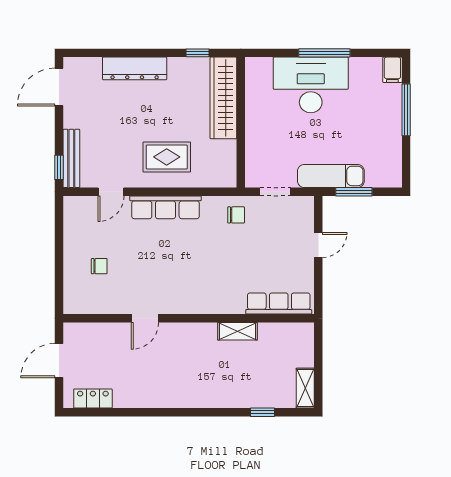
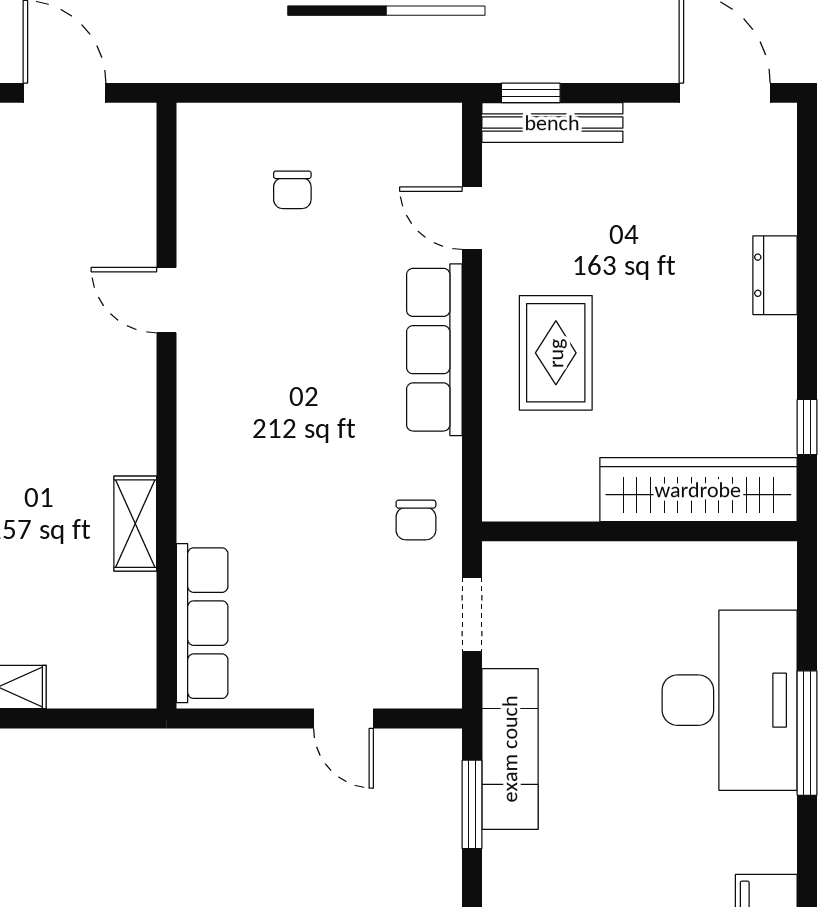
dresser: (135, 68) -> (775, 275), width x0.51, depth x0.80

